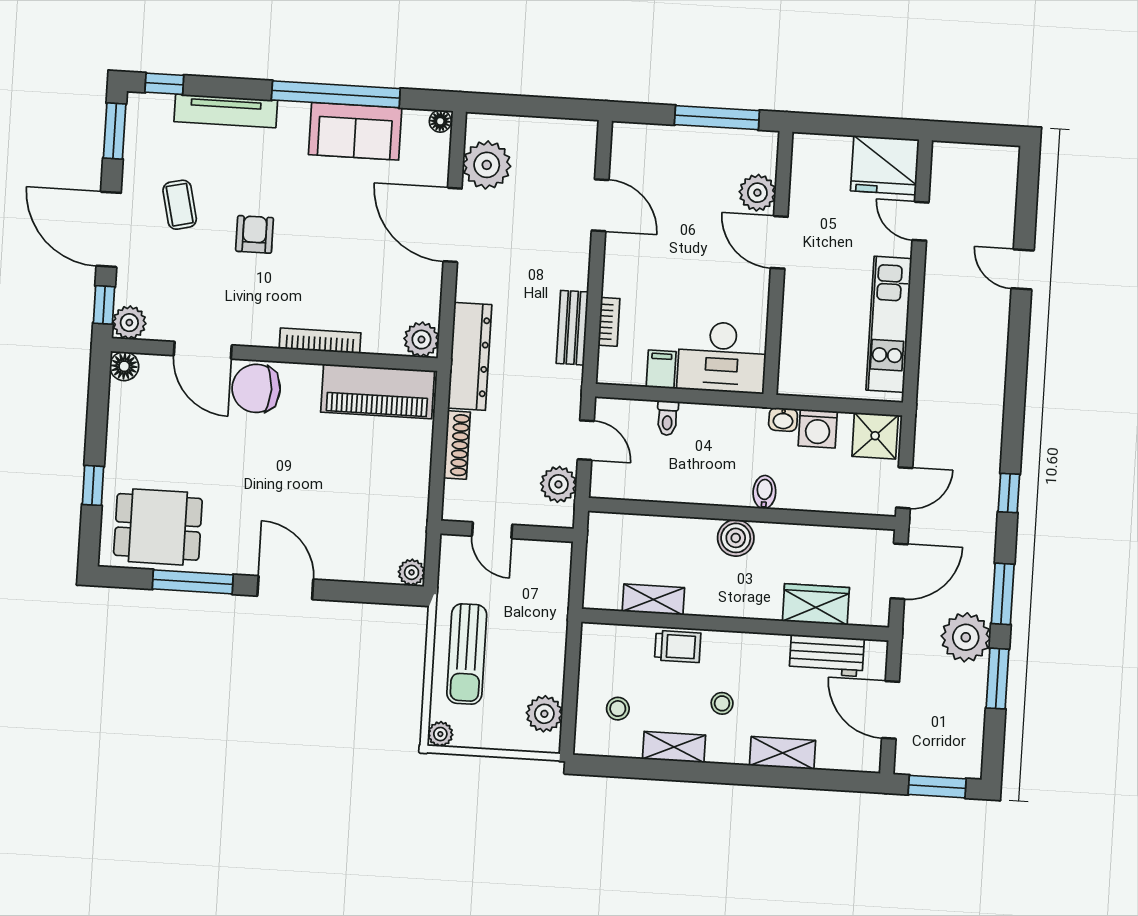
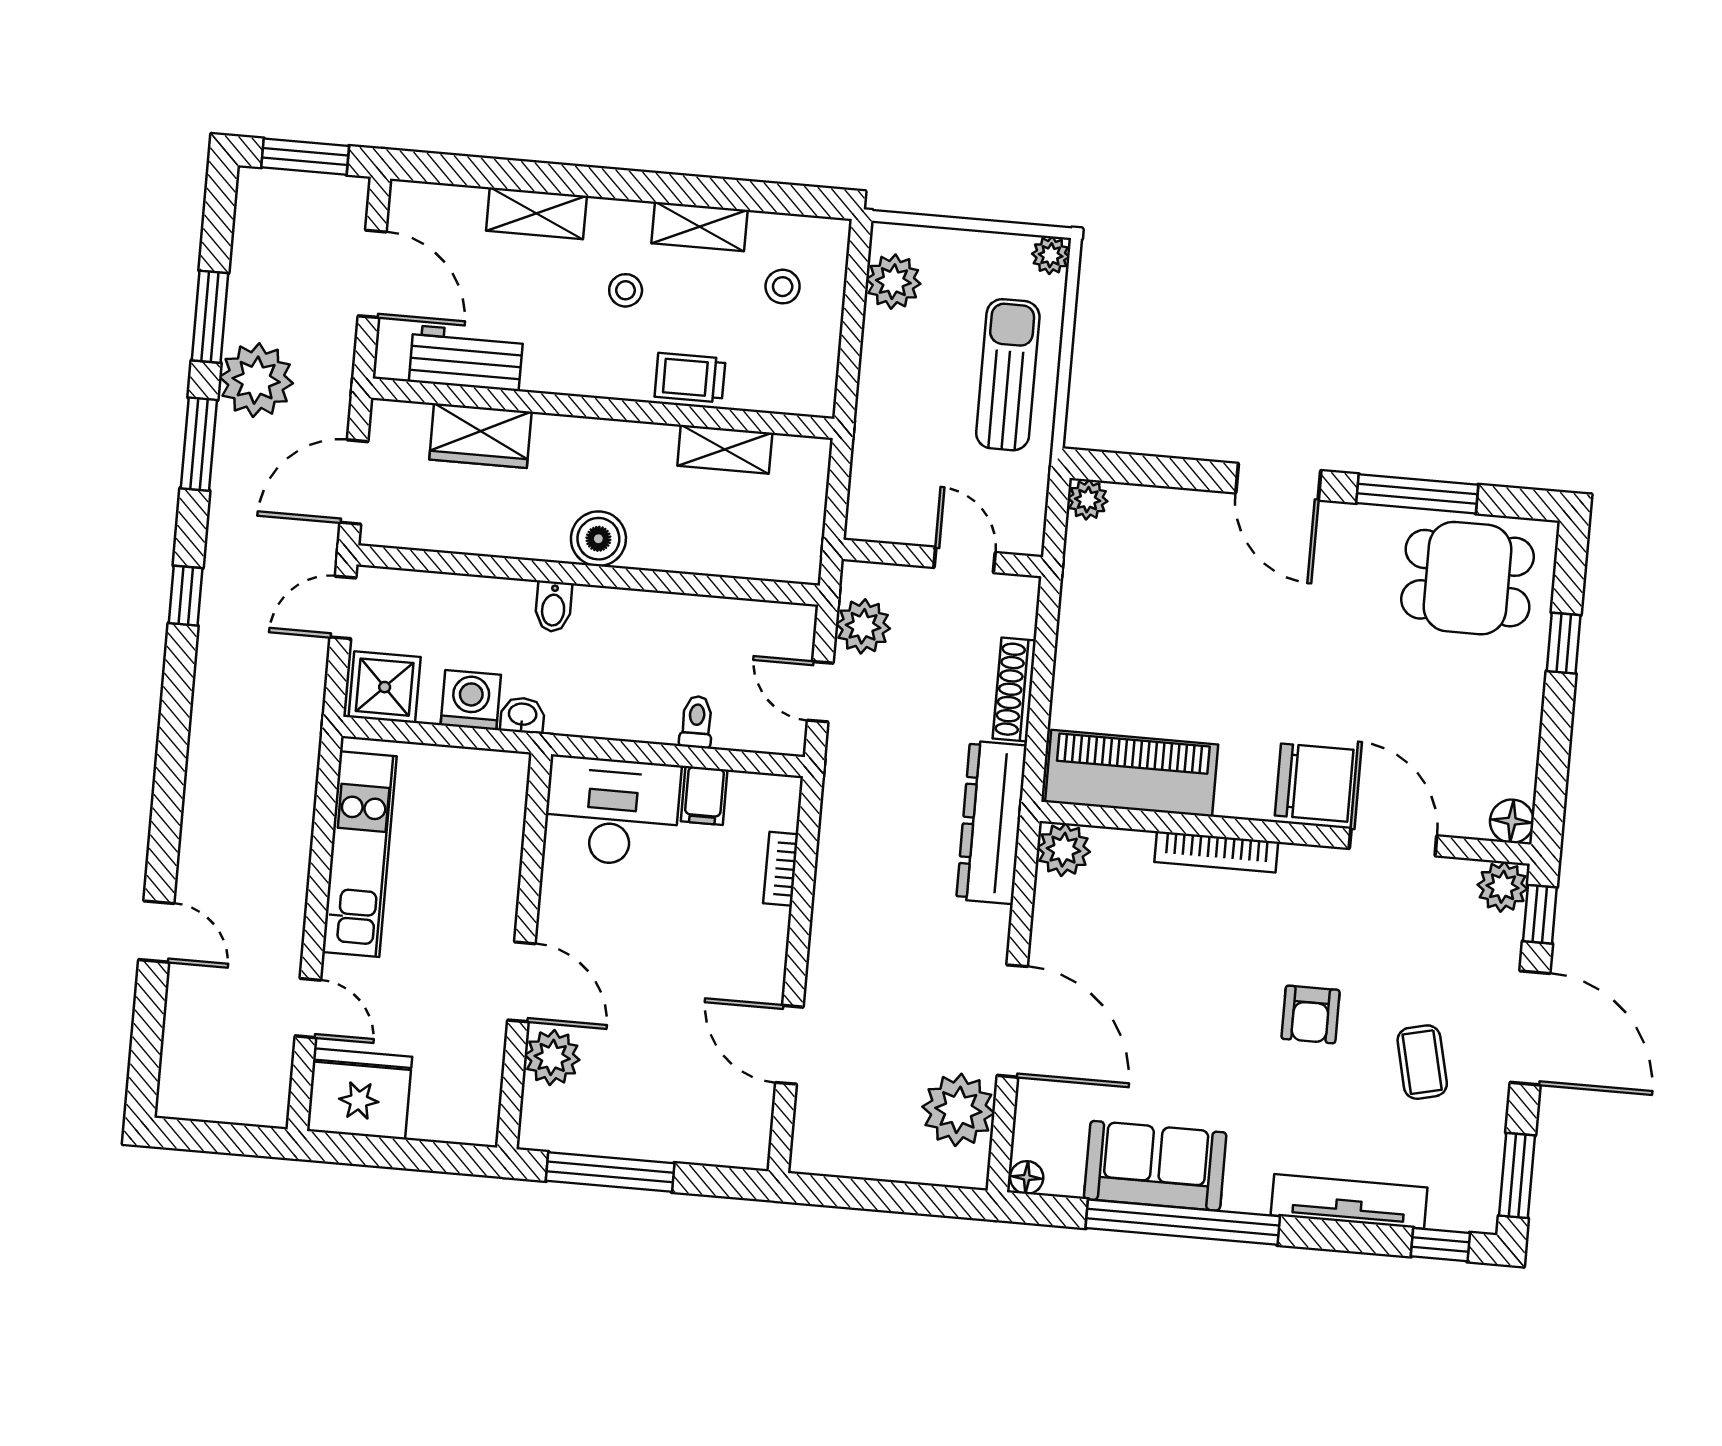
bench: (572, 328) -> (836, 862), removed

